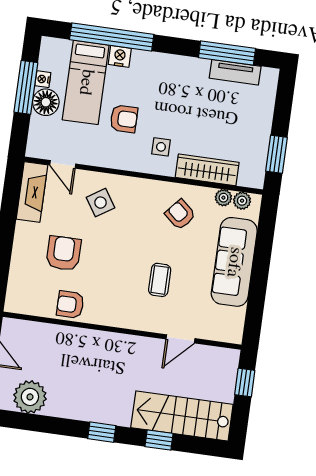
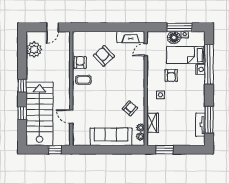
wardrobe: (207, 170) -> (153, 123), width x0.67
side table: (101, 203) -> (130, 70), removed
armchair: (64, 253) -> (104, 56), turned -133
coffee table: (160, 280) -> (83, 80), moved
stairs: (182, 416) -> (39, 114), width x1.36, depth x1.51

